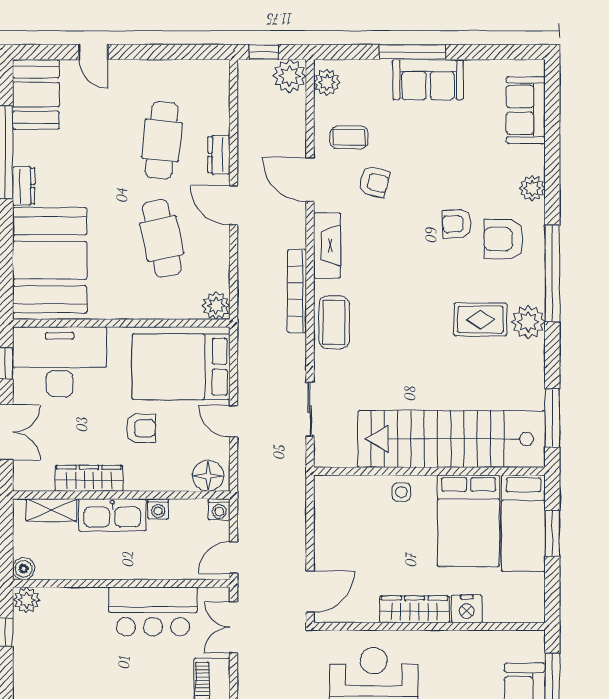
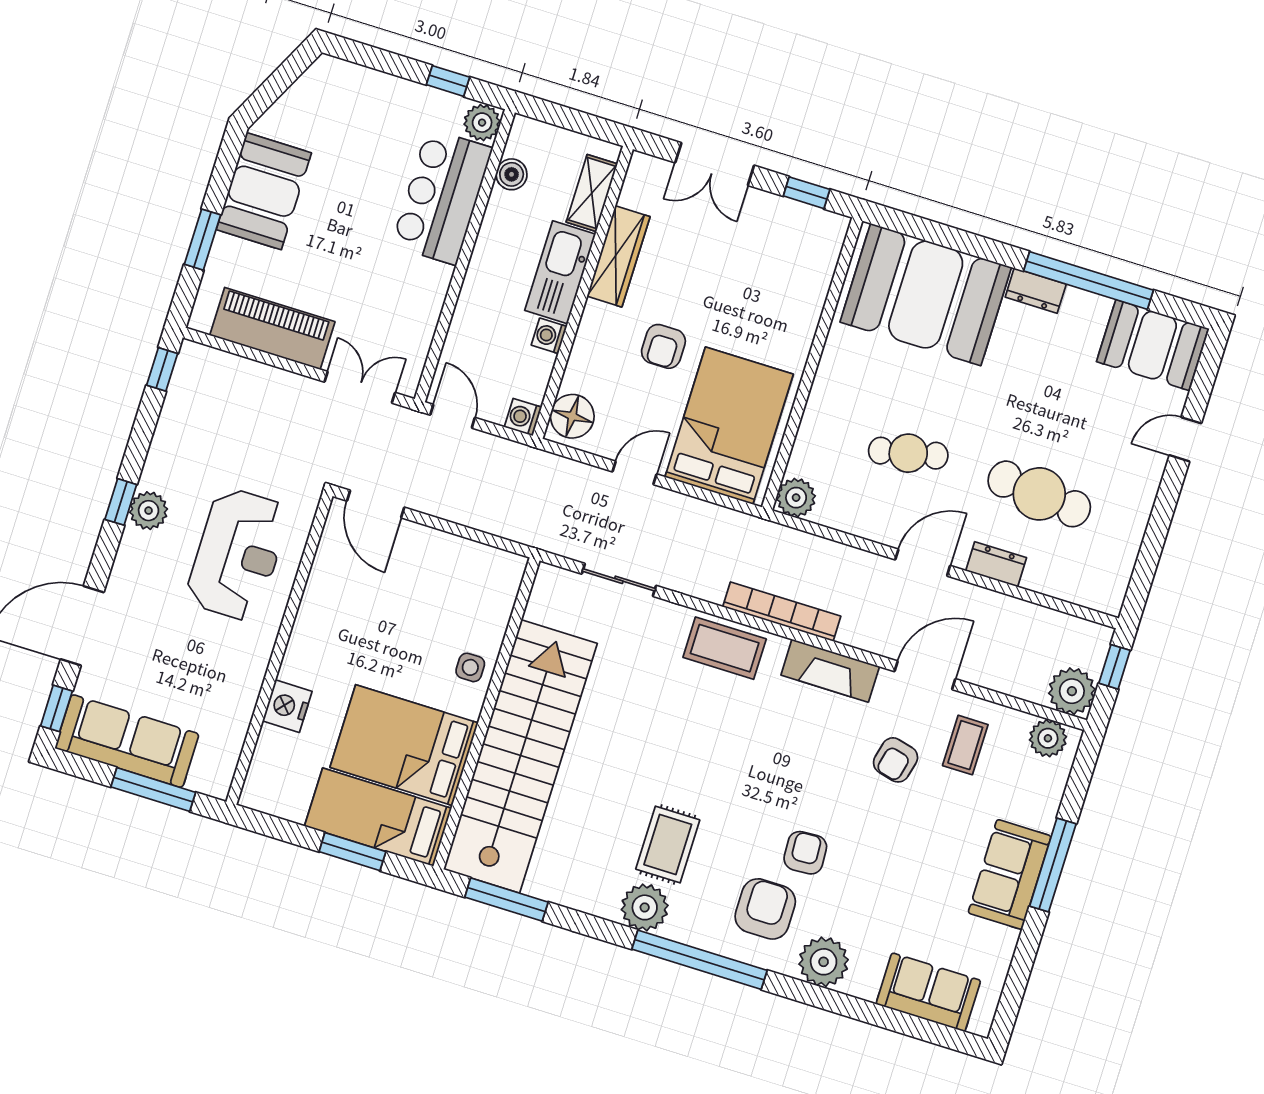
plant: (532, 188) -> (824, 962), width x1.36, depth x1.36
cafe table: (162, 239) -> (908, 453), width x0.73, depth x0.74
desk: (60, 362) -> (786, 266), removed
boiler: (24, 569) -> (512, 174), moved
wardrobe: (415, 609) -> (308, 636), removed
bar counter: (153, 612) -> (442, 197), moved

